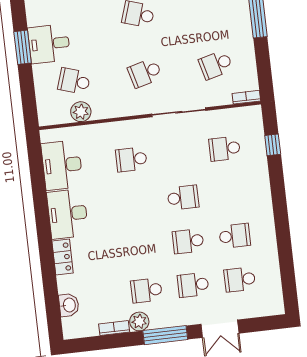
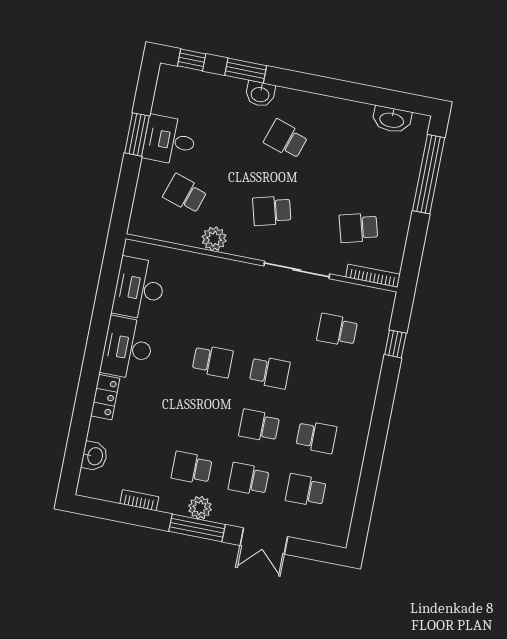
bookcase: (246, 97) -> (373, 276), width x1.56
plant: (81, 112) -> (214, 239), moved
school desk: (131, 159) -> (213, 361), moved, turned 180
plant: (139, 321) -> (200, 508), moved

